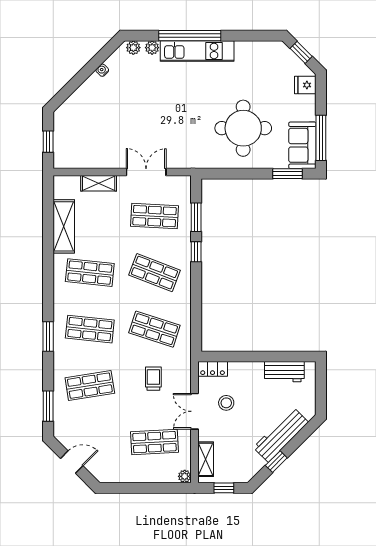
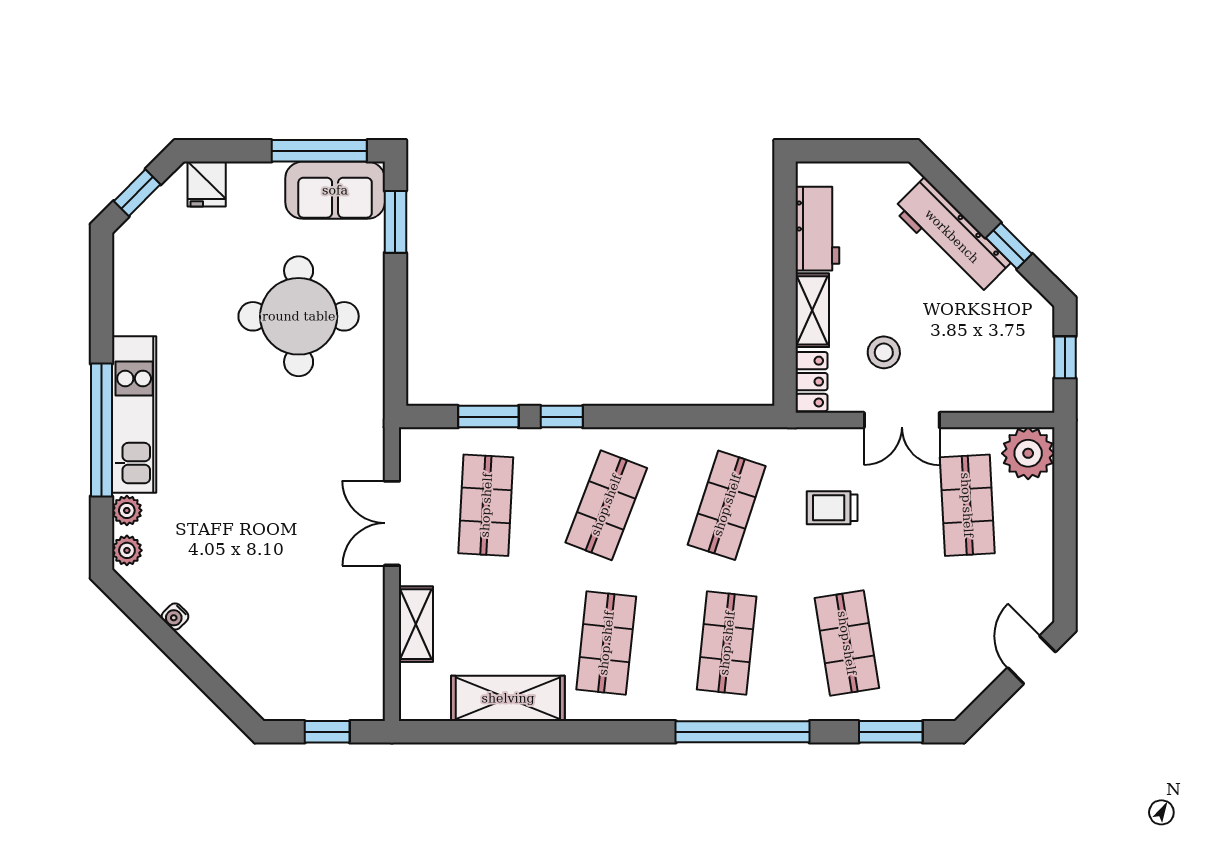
window: (48, 337) -> (743, 732), width x2.11
shelving: (206, 459) -> (812, 310), moved, turned 90
door: (72, 462) -> (1032, 660), moved
plant: (185, 476) -> (1028, 453), width x1.88, depth x1.88

